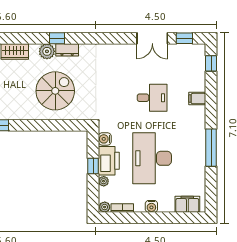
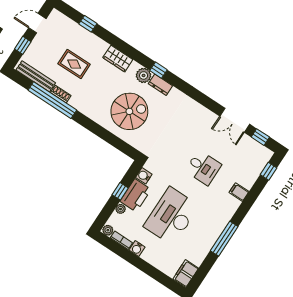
filing cabinet: (187, 204) -> (186, 274), moved, turned -90
water cooler: (151, 206) -> (137, 249), moved

